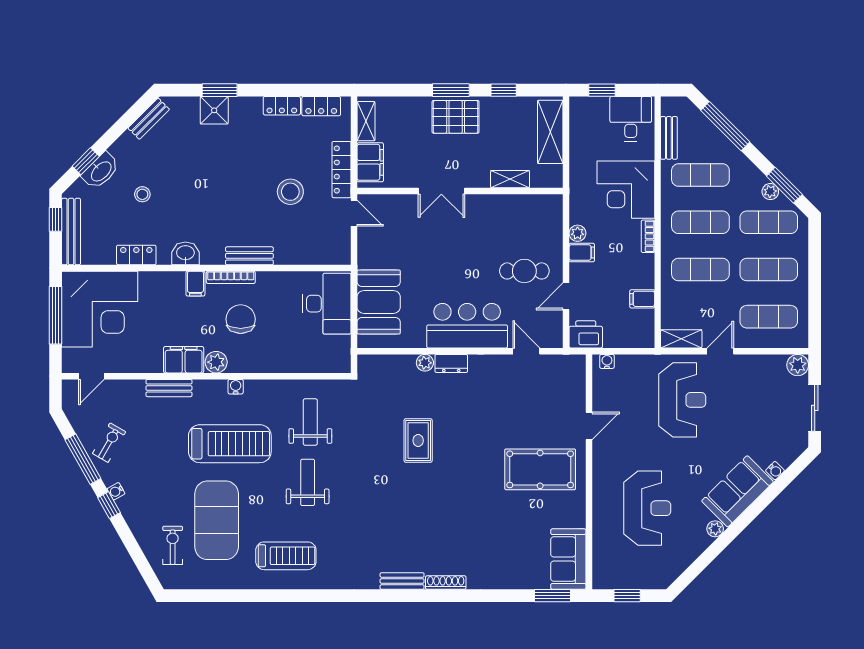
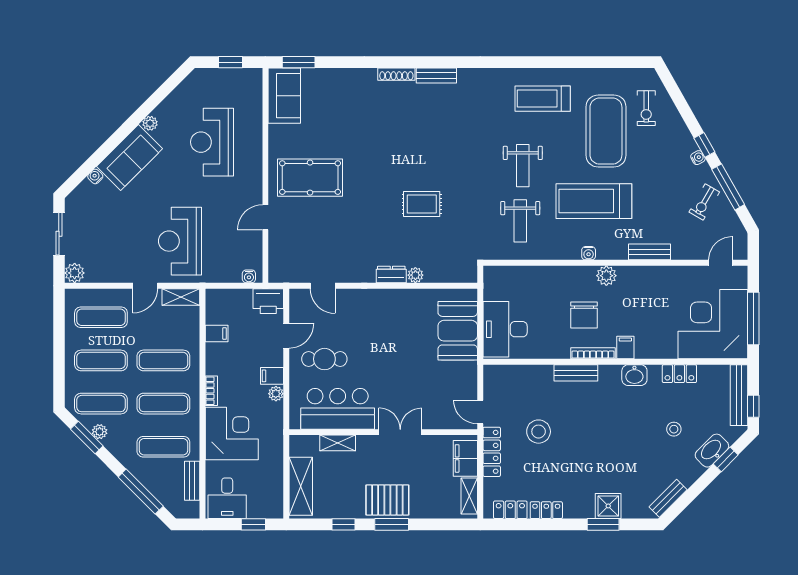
bar counter: (467, 326) -> (338, 409), moved, turned 180
filing cabinet: (184, 360) -> (636, 278), removed
rug: (418, 441) -> (422, 204), turned 90

